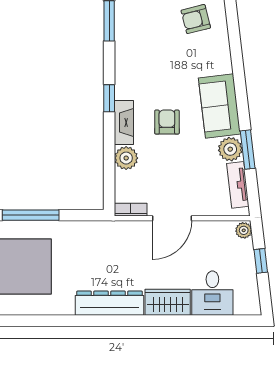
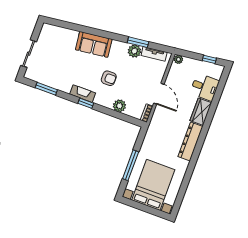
armchair: (196, 19) -> (62, 44), removed
sofa: (219, 106) -> (94, 44), moved
armchair: (167, 122) -> (109, 78), turned 180
fireplace: (124, 123) -> (83, 94), moved
window: (261, 261) -> (209, 59), moved

